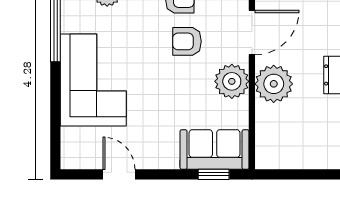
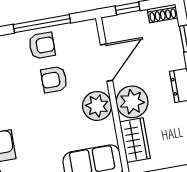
wardrobe: (269, 129) -> (135, 140), added

